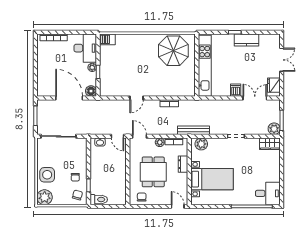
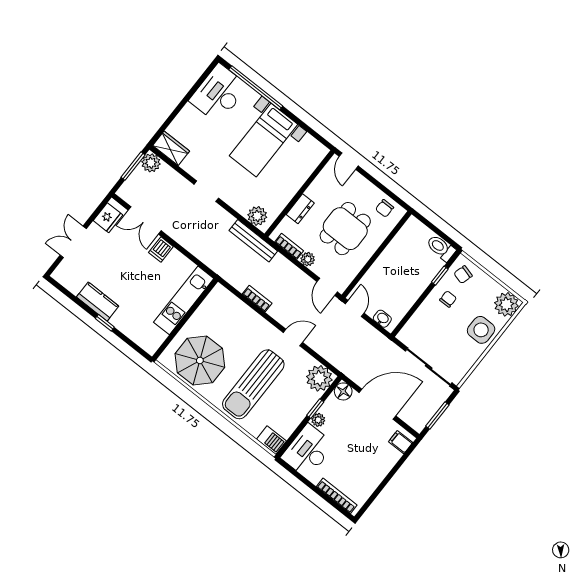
sun lounger: (138, 60) -> (253, 384), added
kitchen unit: (205, 66) -> (184, 300), width x0.73
filing cabinet: (43, 88) -> (401, 442), added
plant: (108, 88) -> (319, 378), added
door: (69, 98) -> (377, 404), swing flipped
bed with nightstands: (212, 179) -> (264, 140), moved, turned -90
desk: (268, 193) -> (219, 93), width x1.37

